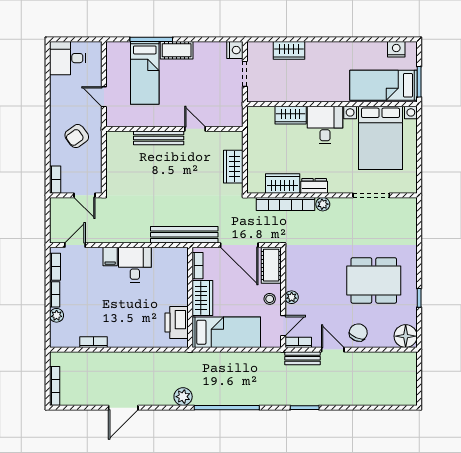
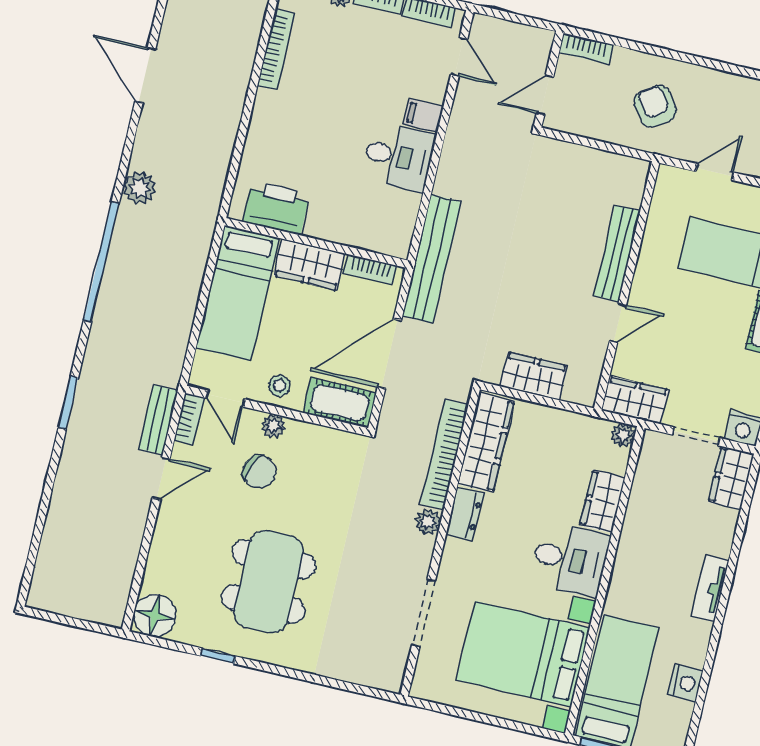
tv unit: (323, 48) -> (710, 588), added
nightstand: (396, 49) -> (685, 683), moved
wardrobe: (289, 50) -> (731, 478), moved
wardrobe: (233, 111) -> (635, 400), added
plant: (253, 113) -> (623, 435), added
wardrobe: (283, 183) -> (486, 442), width x1.50
chair: (358, 333) -> (259, 472), moved
bookcase: (93, 342) -> (276, 49), width x1.56

